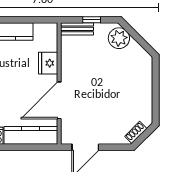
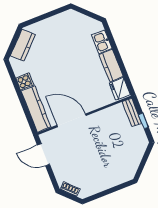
plant: (119, 38) -> (138, 147), removed
fridge: (48, 63) -> (120, 89), moved, turned -90

